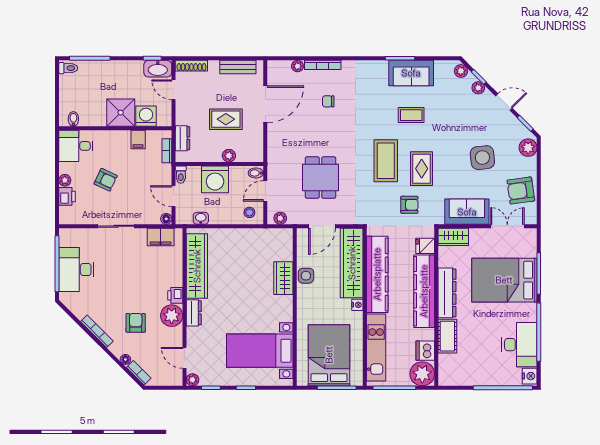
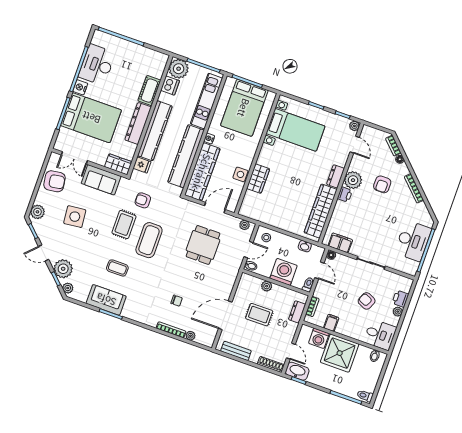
plant: (478, 88) -> (63, 269), width x1.88, depth x1.88
shower: (121, 113) -> (340, 353), width x1.37, depth x1.37
nightstand: (530, 376) -> (80, 87), moved

